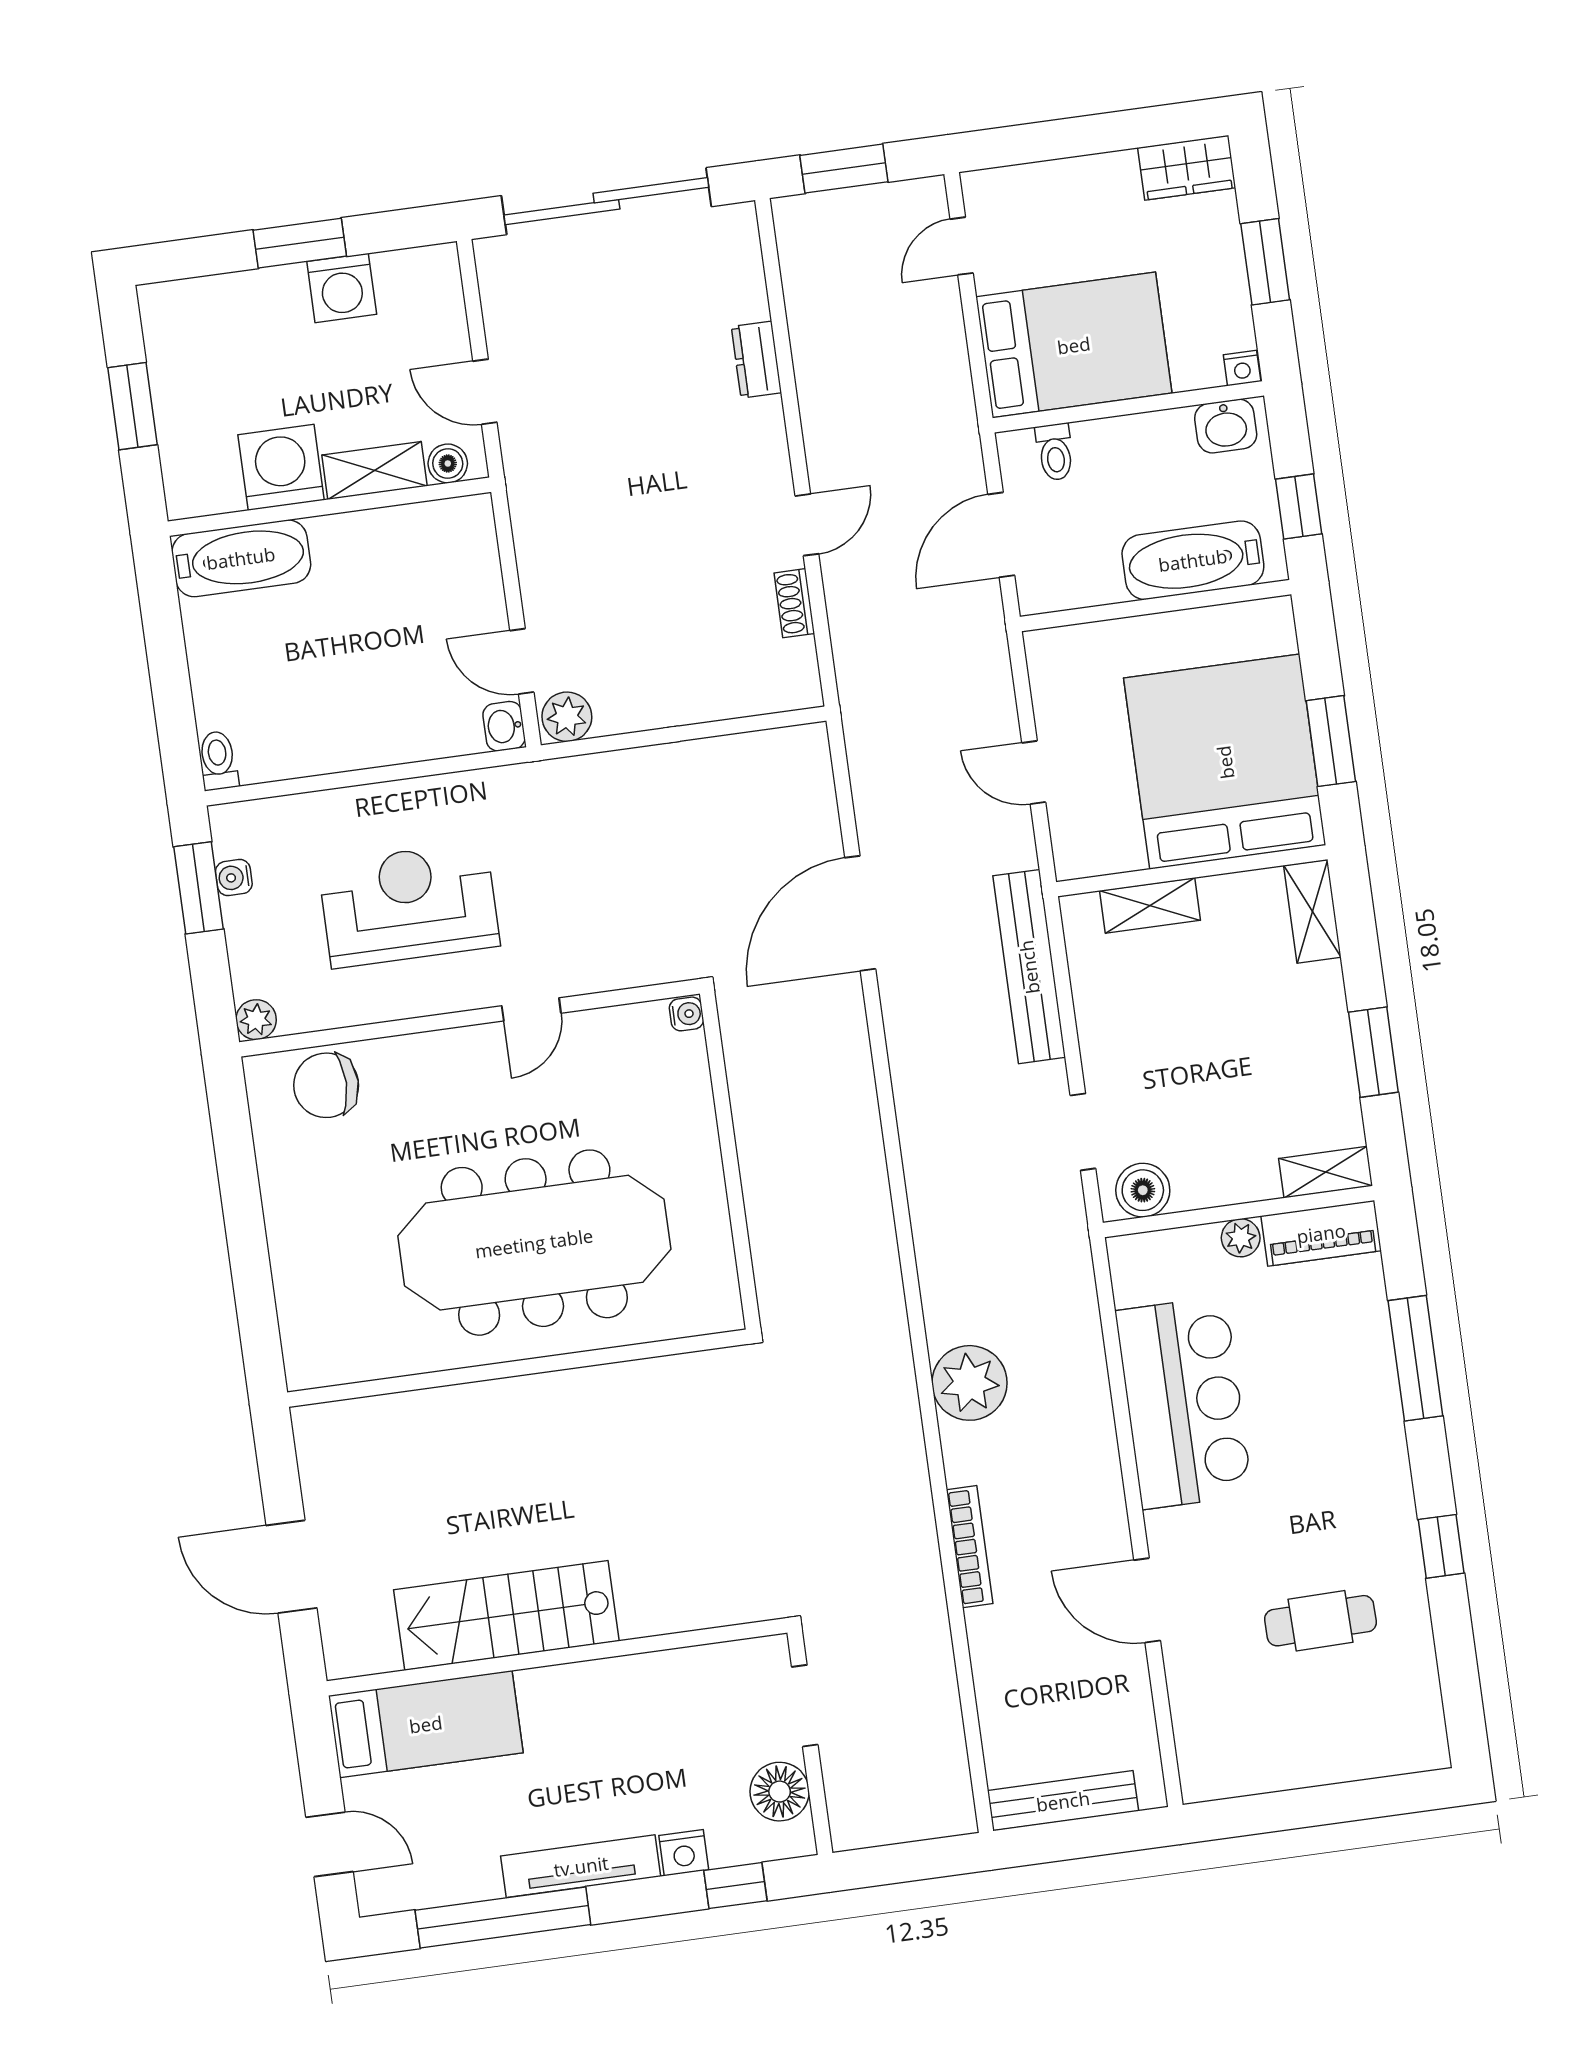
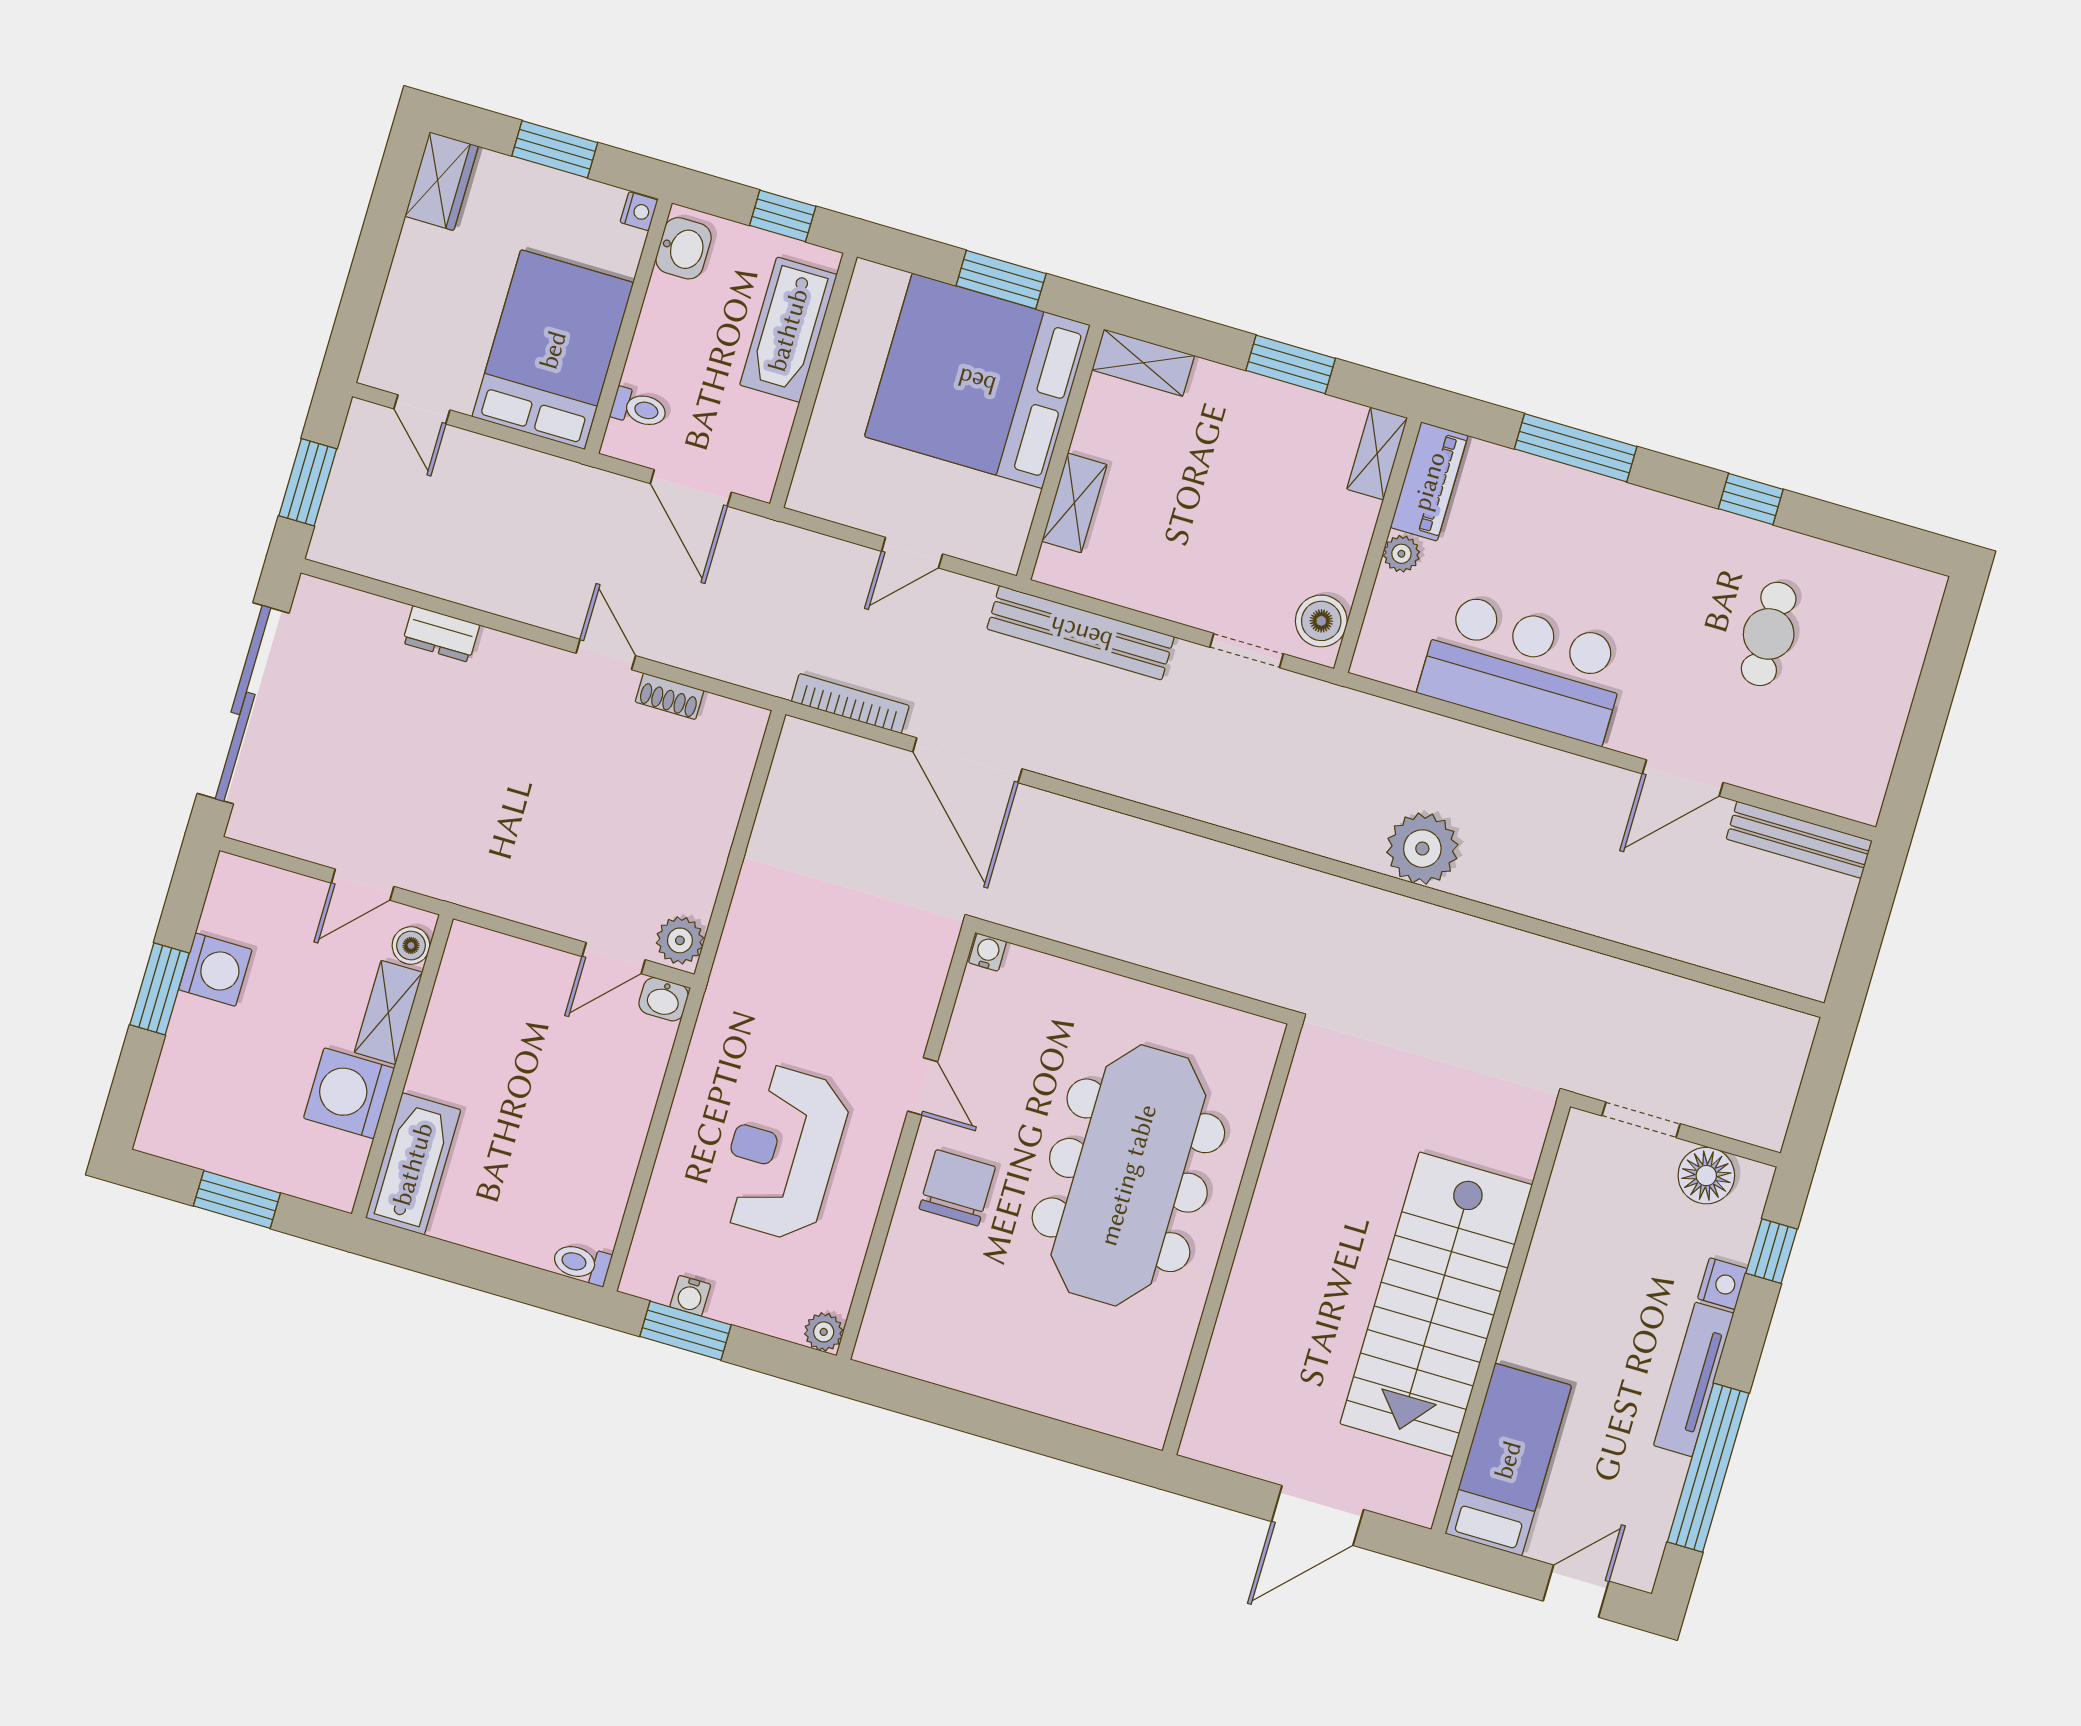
chair: (326, 1085) -> (957, 1188), moved, turned 180
bookcase: (970, 1547) -> (850, 703), moved
stairs: (506, 1615) -> (1436, 1304), width x1.36, depth x1.51
bench: (1063, 1801) -> (1799, 840), moved, turned 90

